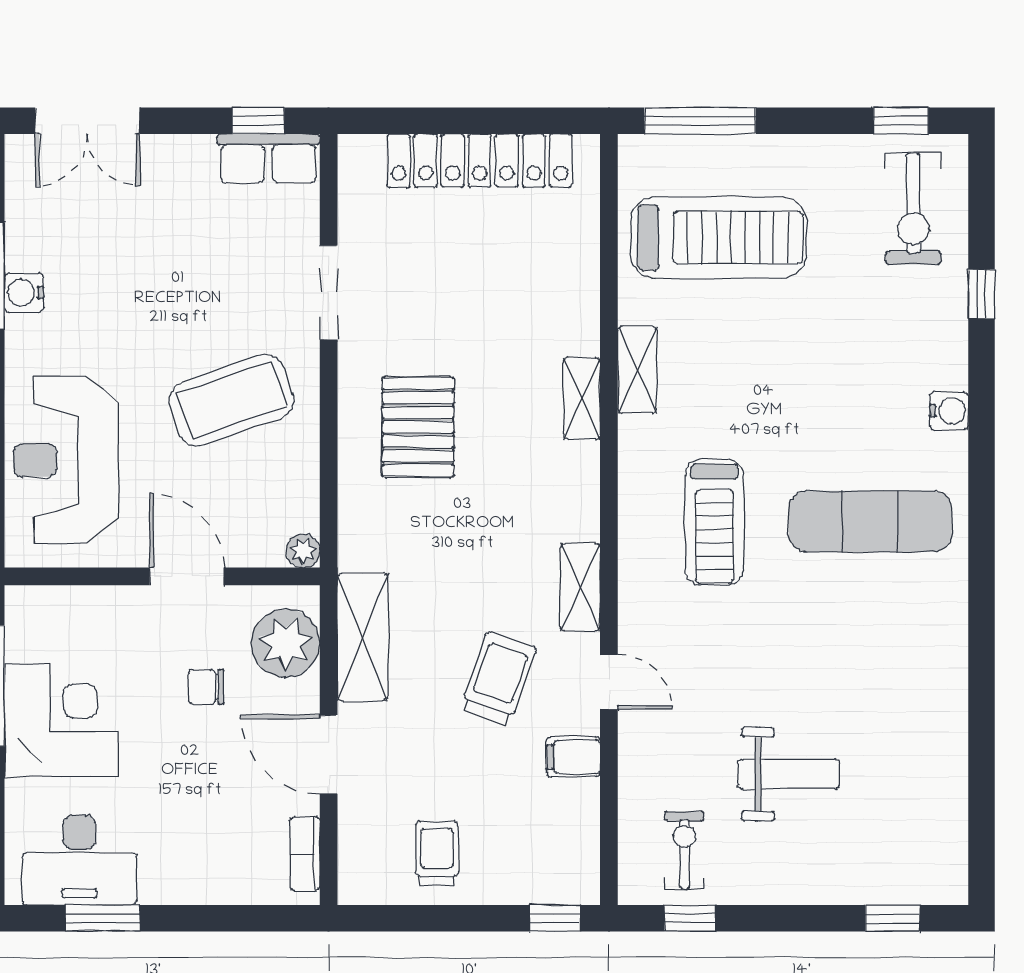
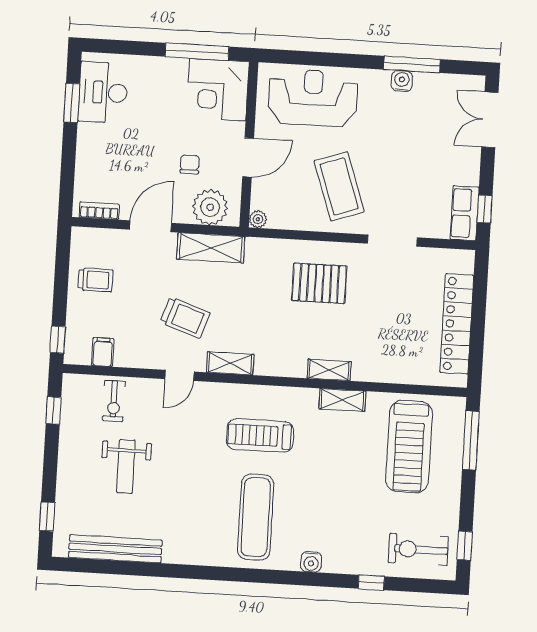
corner desk: (61, 720) -> (218, 90), moved, turned 90
filing cabinet: (573, 757) -> (103, 352), moved
bench: (946, 785) -> (115, 549), added
exercise bike: (684, 850) -> (114, 401), moved, turned 90

